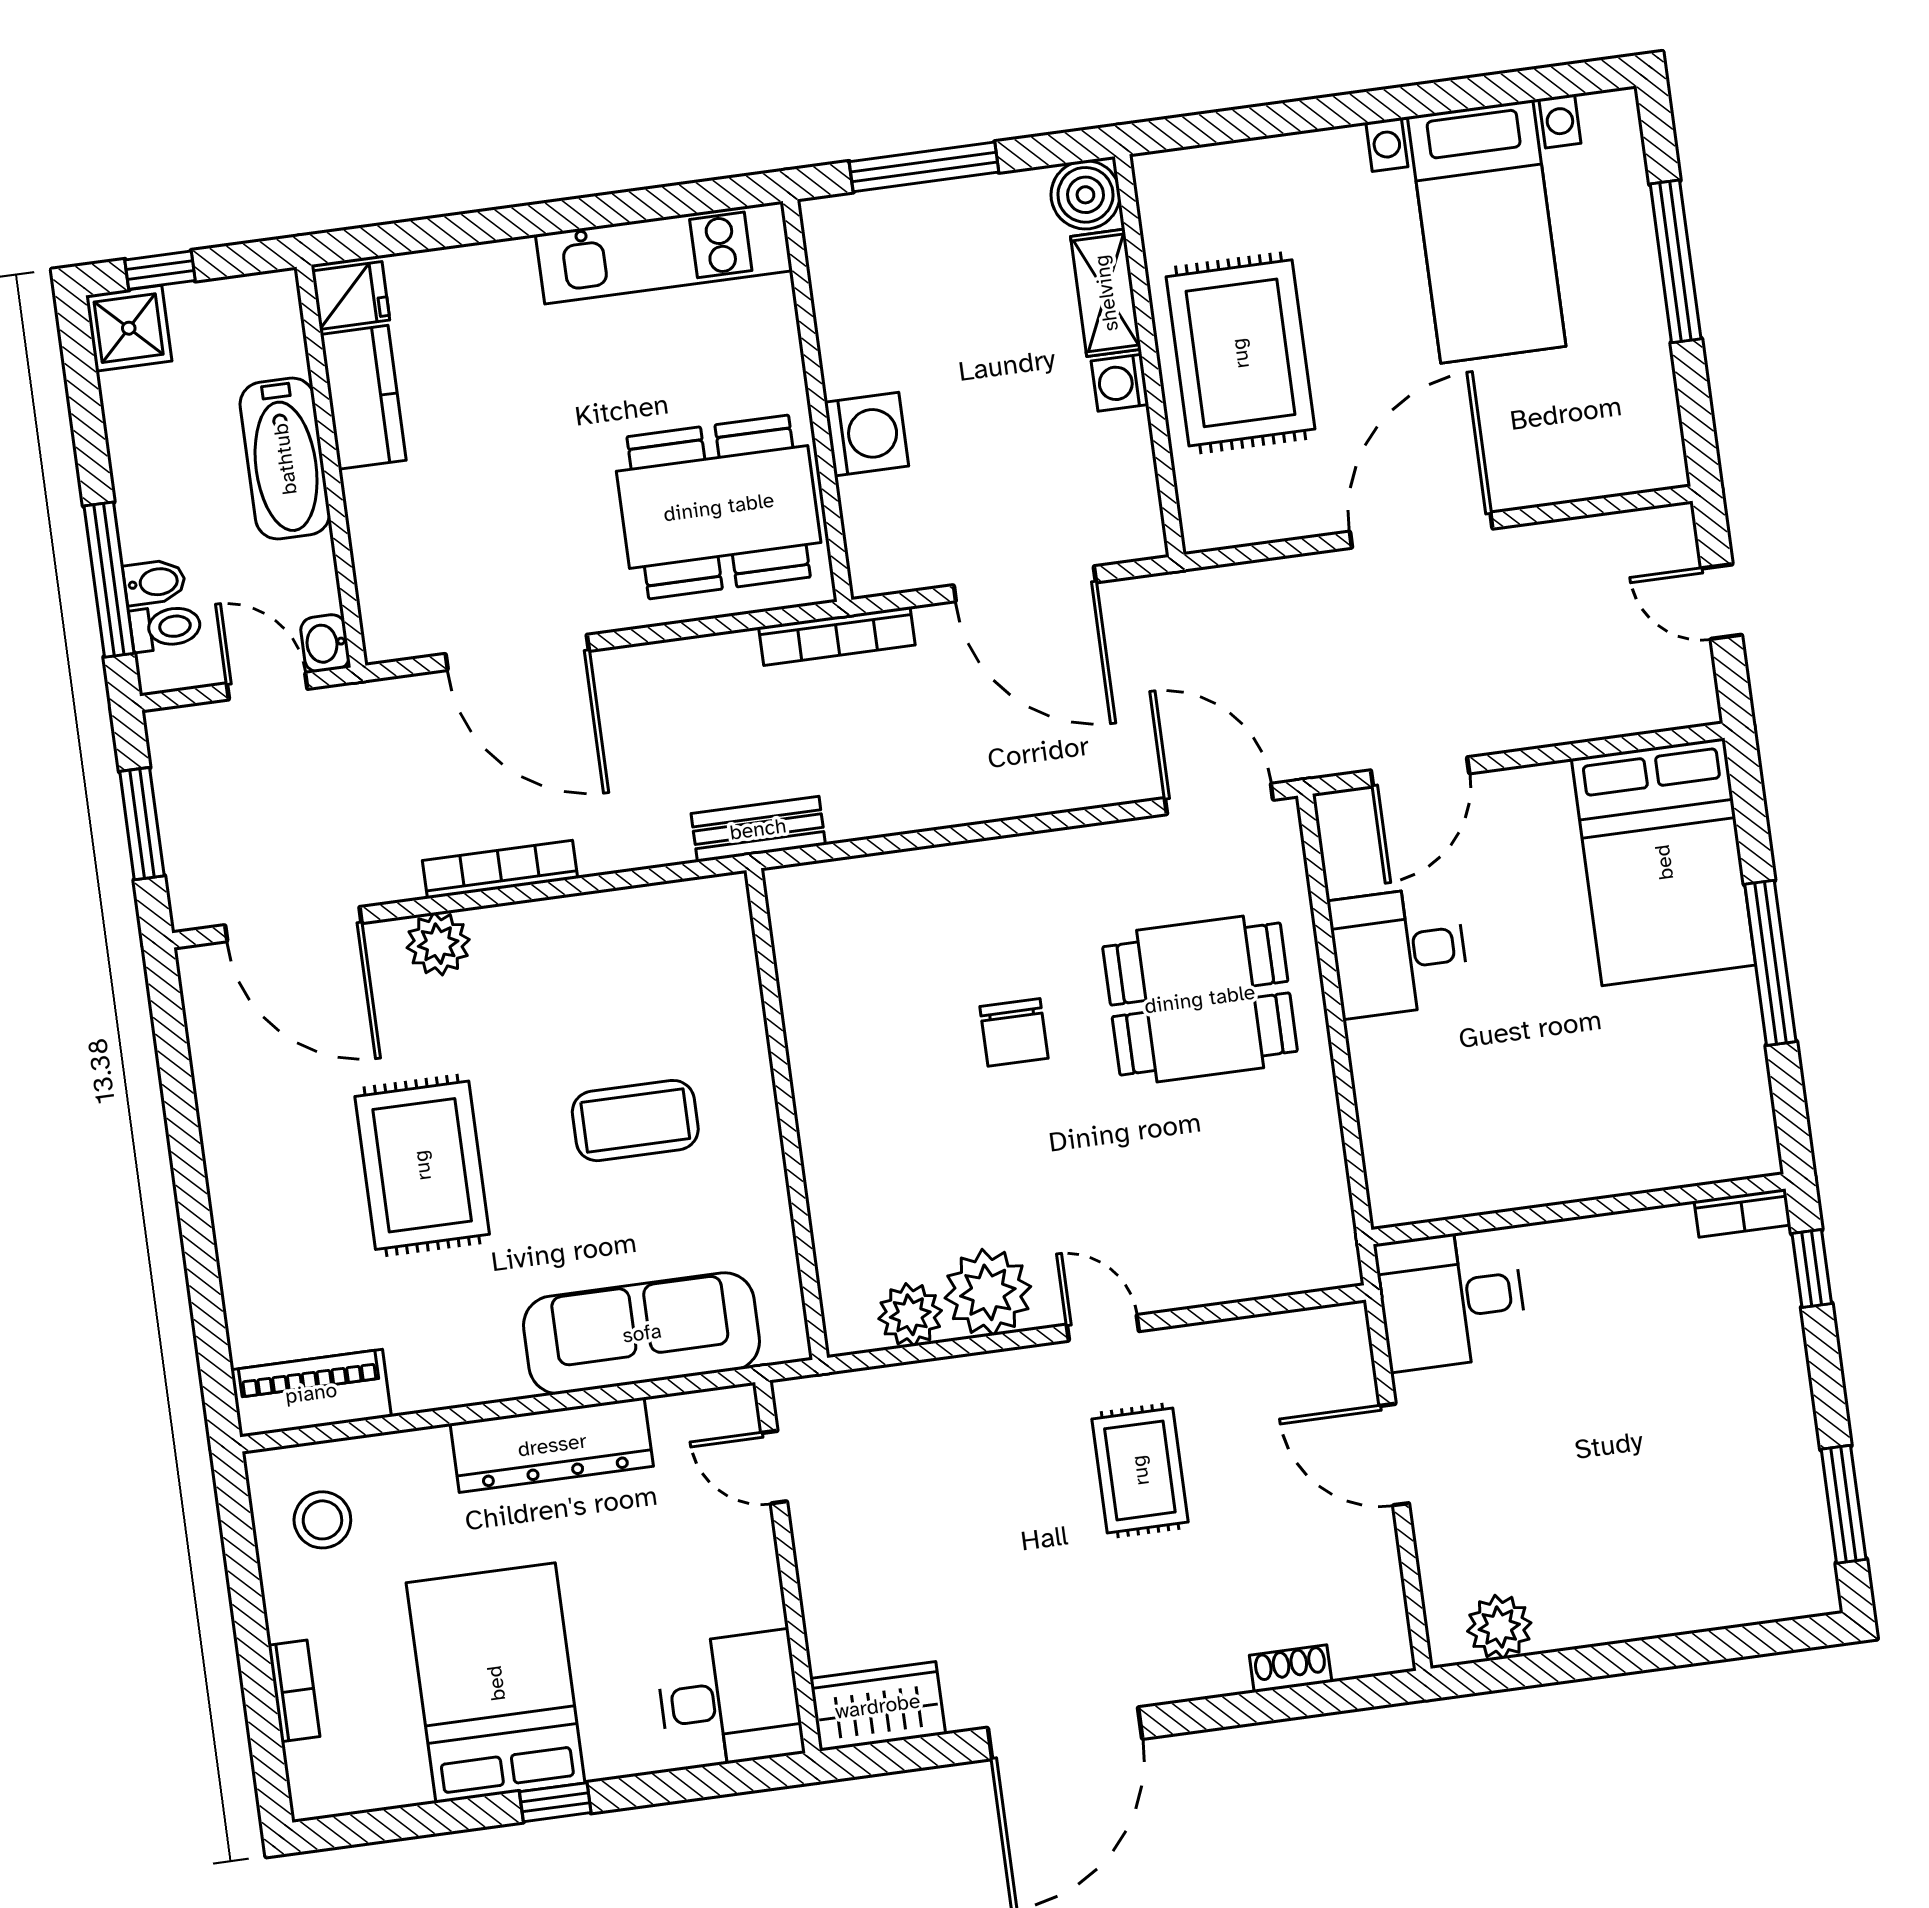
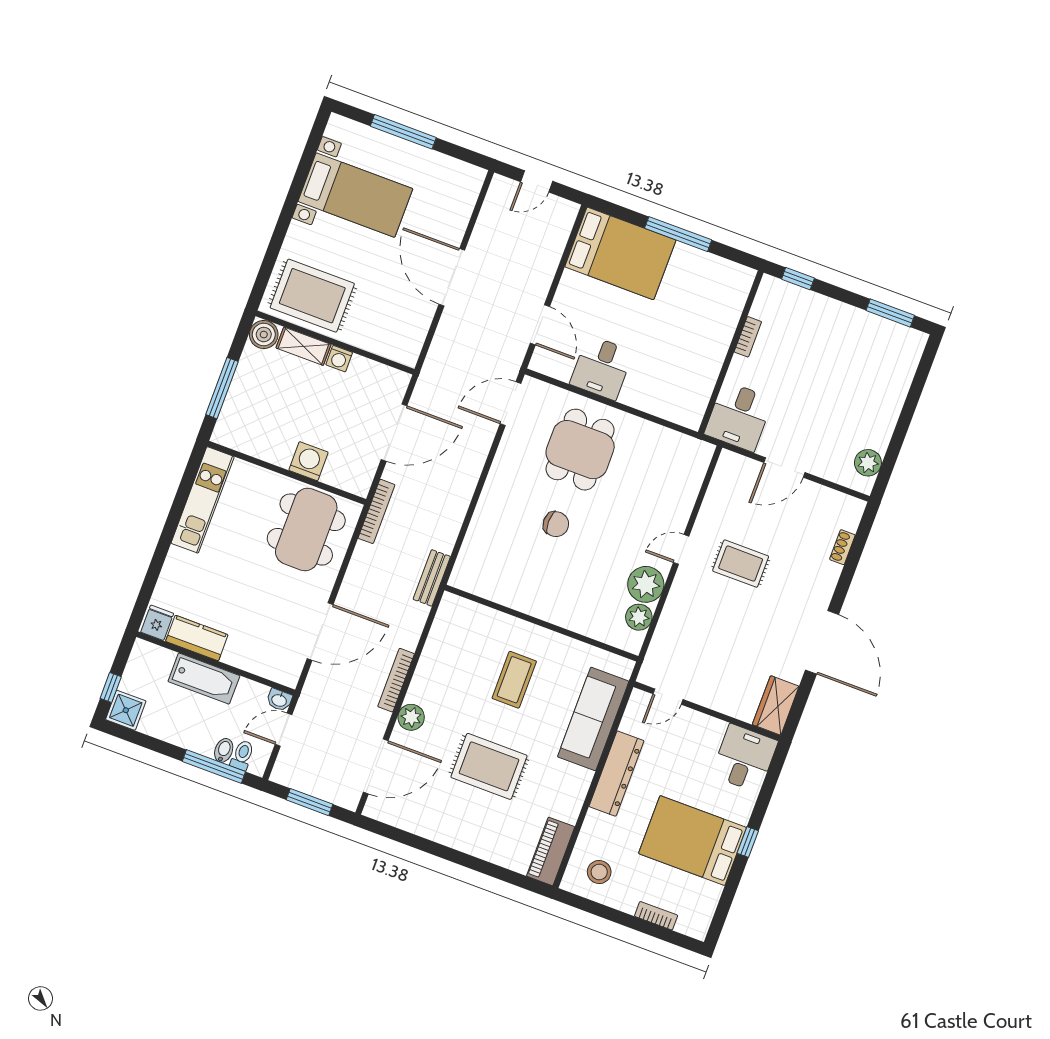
rug: (1240, 353) -> (312, 296), moved
bookcase: (1742, 1213) -> (748, 337), moved

